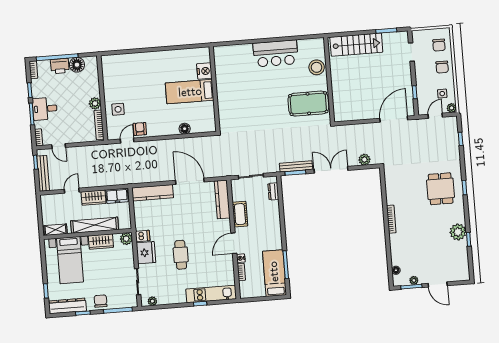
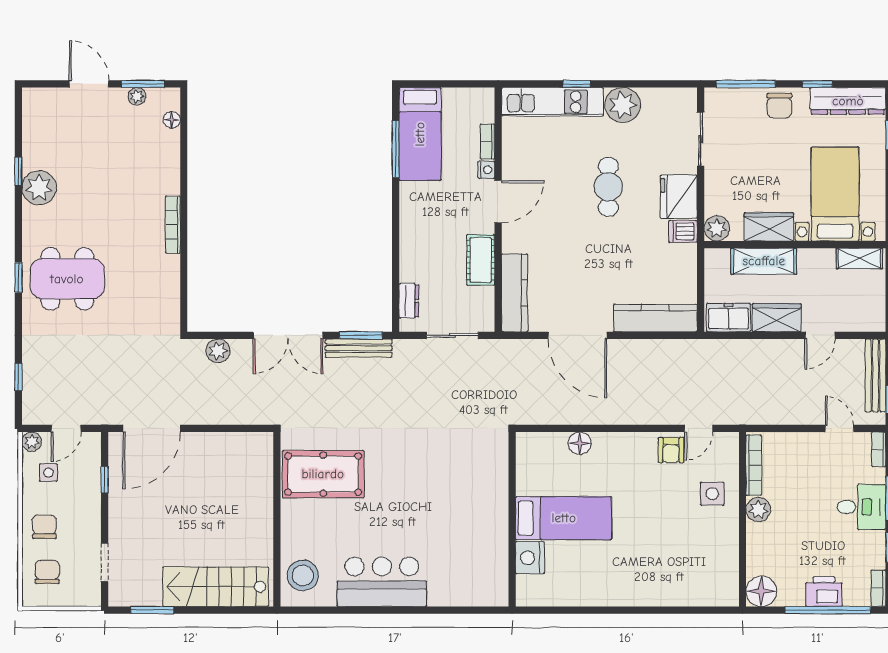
floor lamp: (77, 65) -> (761, 591), moved
stool: (317, 67) -> (303, 575), moved
dining table: (441, 189) -> (67, 279), width x1.38
shelving: (95, 225) -> (764, 261), width x0.68
plant: (152, 301) -> (623, 105), moved, width x1.87, depth x1.87

